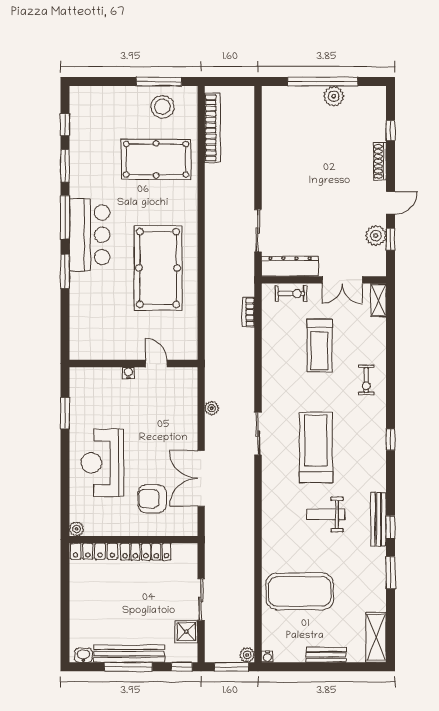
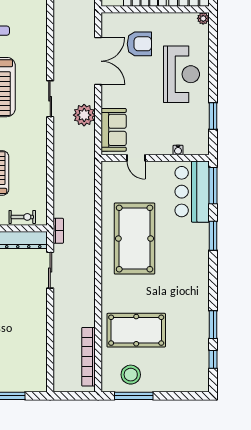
window: (65, 217) -> (213, 186), moved
bar counter: (90, 235) -> (192, 192), moved
exercise bike: (291, 294) -> (22, 217), turned 180
bookcase: (248, 312) -> (58, 231), moved
water cooler: (128, 373) -> (178, 150), moved
sofa: (183, 397) -> (114, 130), added
plant: (212, 408) -> (84, 115), width x1.88, depth x1.88

